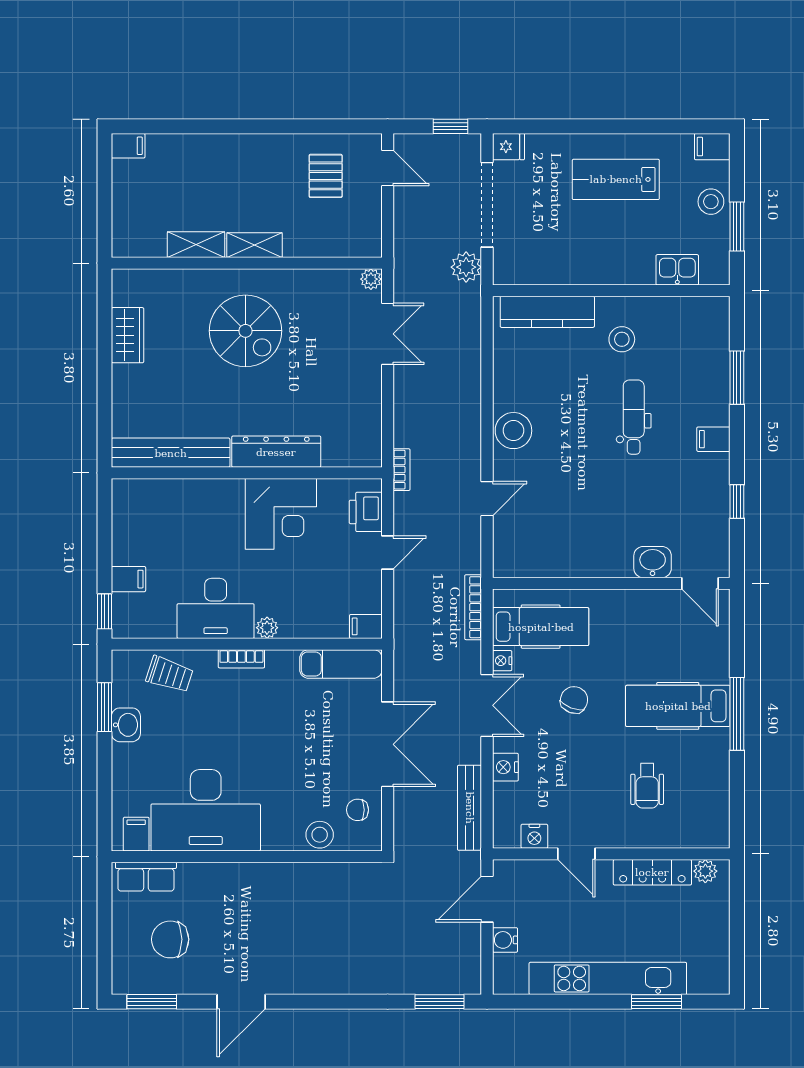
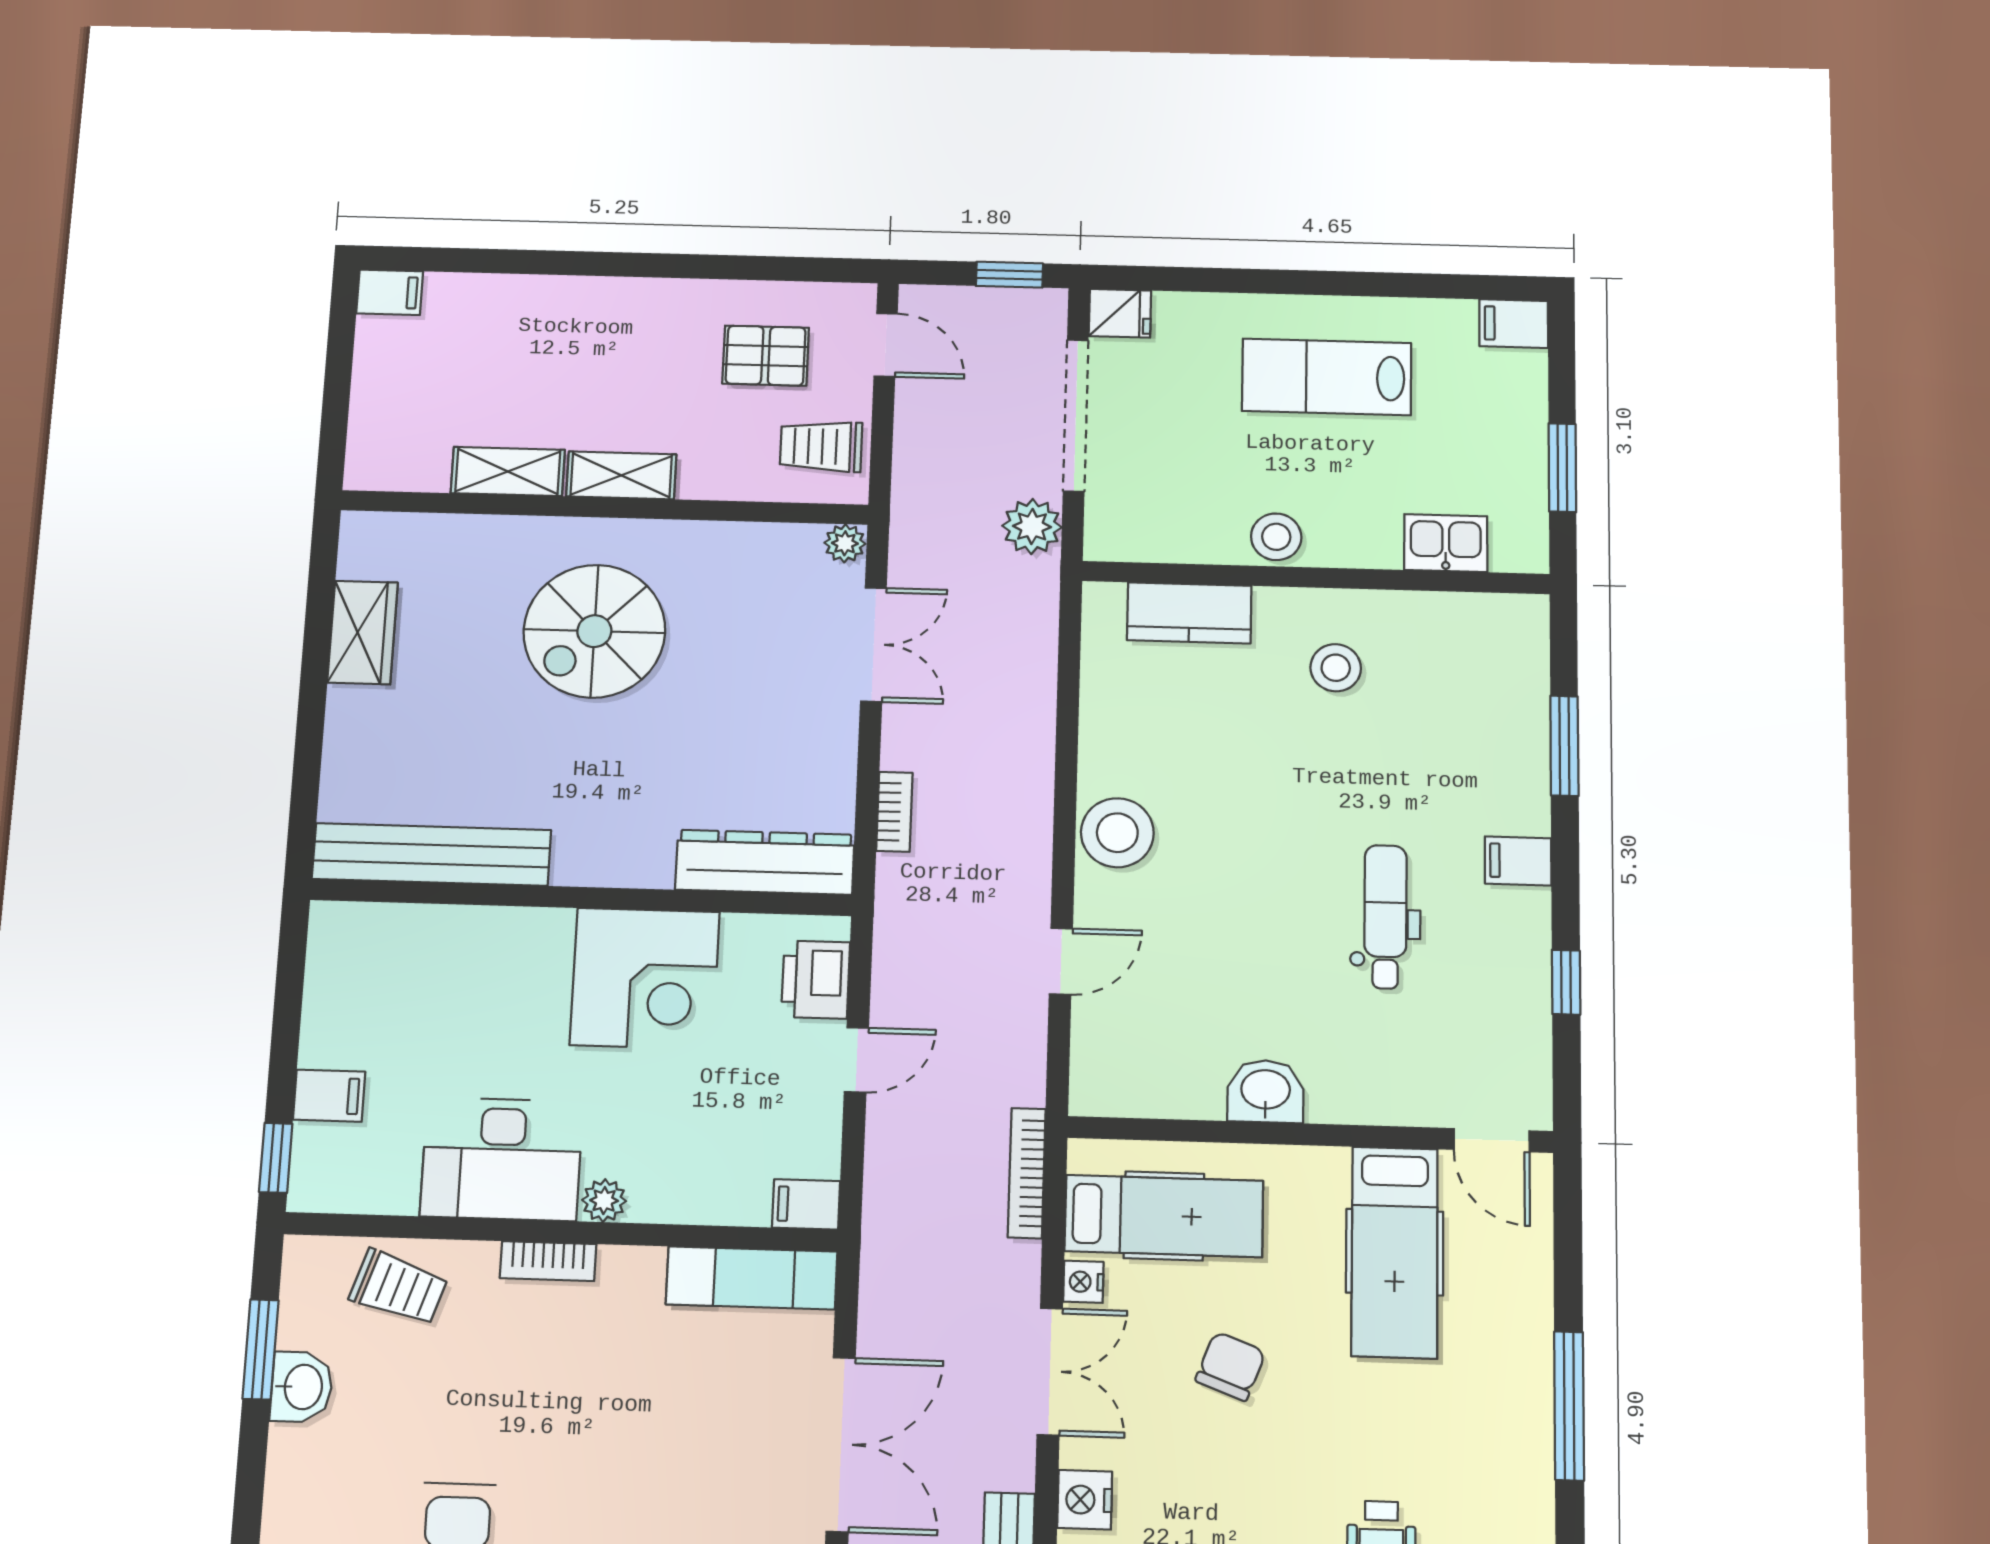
pallet: (326, 176) -> (766, 356), turned 90
stool: (711, 202) -> (1276, 537), moved
trolley: (356, 226) -> (821, 446), added
kitchen counter: (547, 312) -> (1189, 613), width x0.67
spiral stairs: (245, 331) -> (594, 631), turned 90
dental chair: (634, 417) -> (1385, 917), moved
dresser: (276, 452) -> (765, 862), moved
bookcase: (402, 470) -> (894, 812), moved
washbasin: (653, 562) -> (1265, 1091), moved
hospital bed: (678, 706) -> (1395, 1252), moved, turned -90

